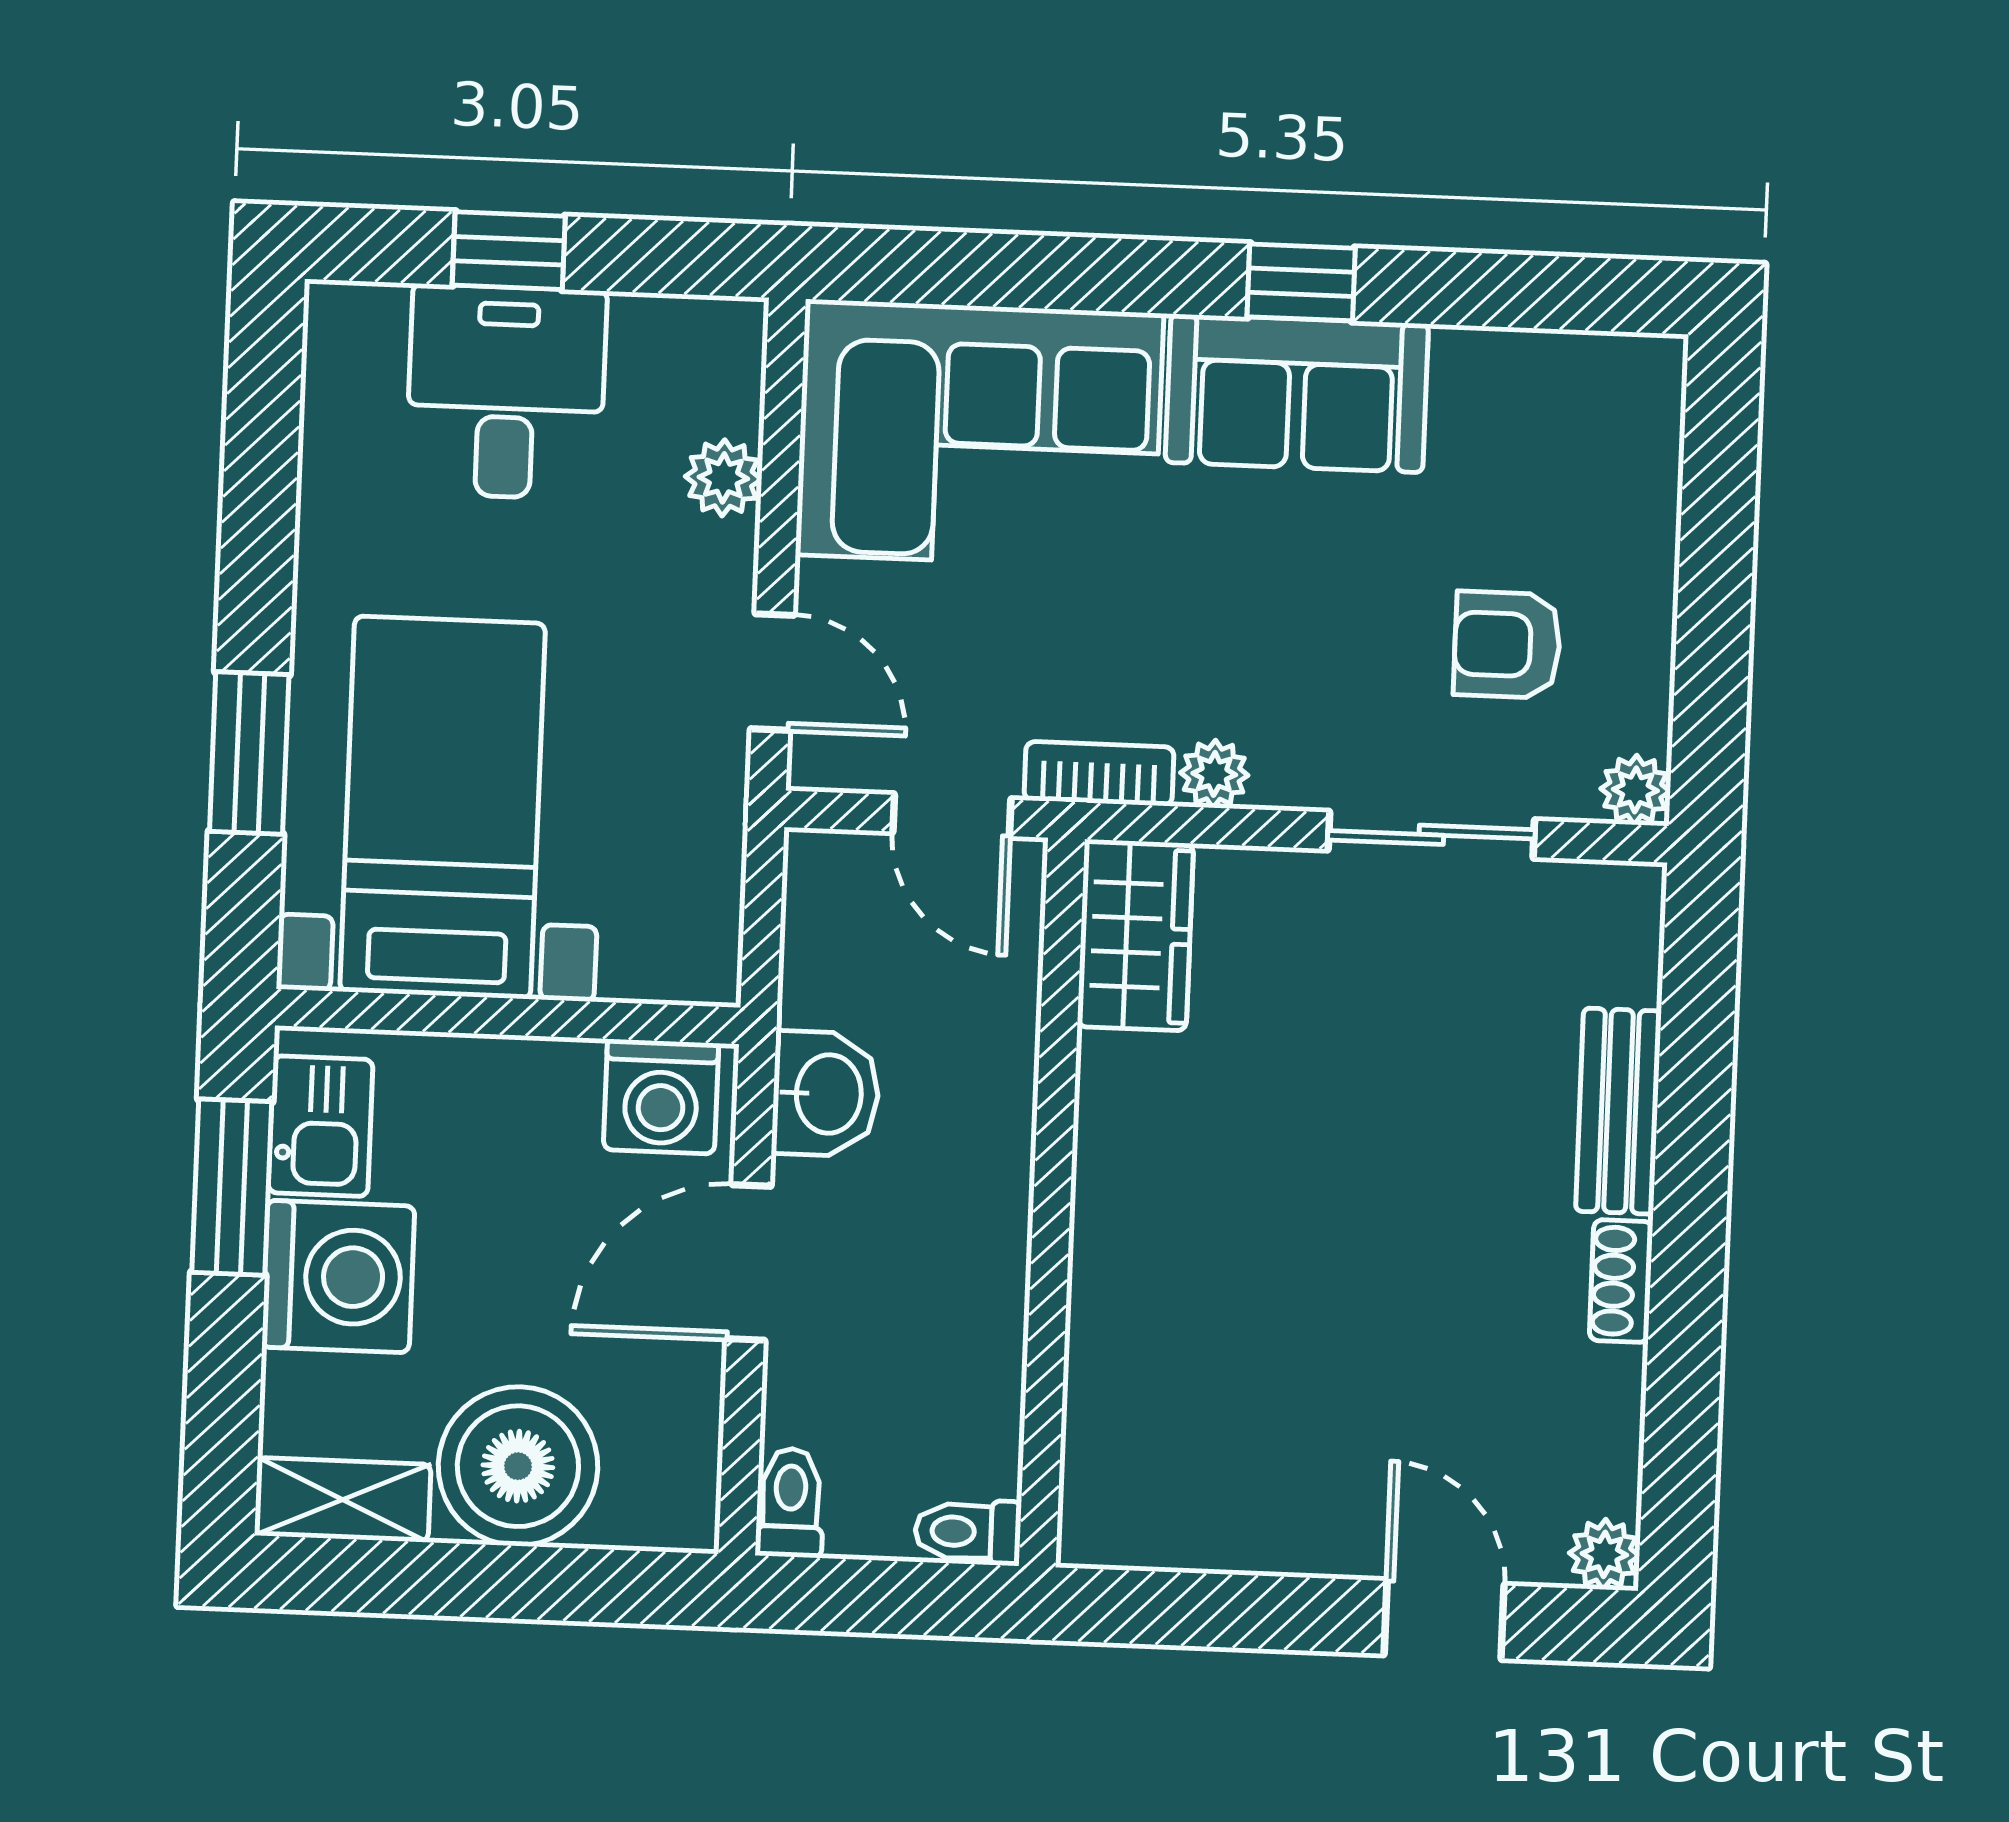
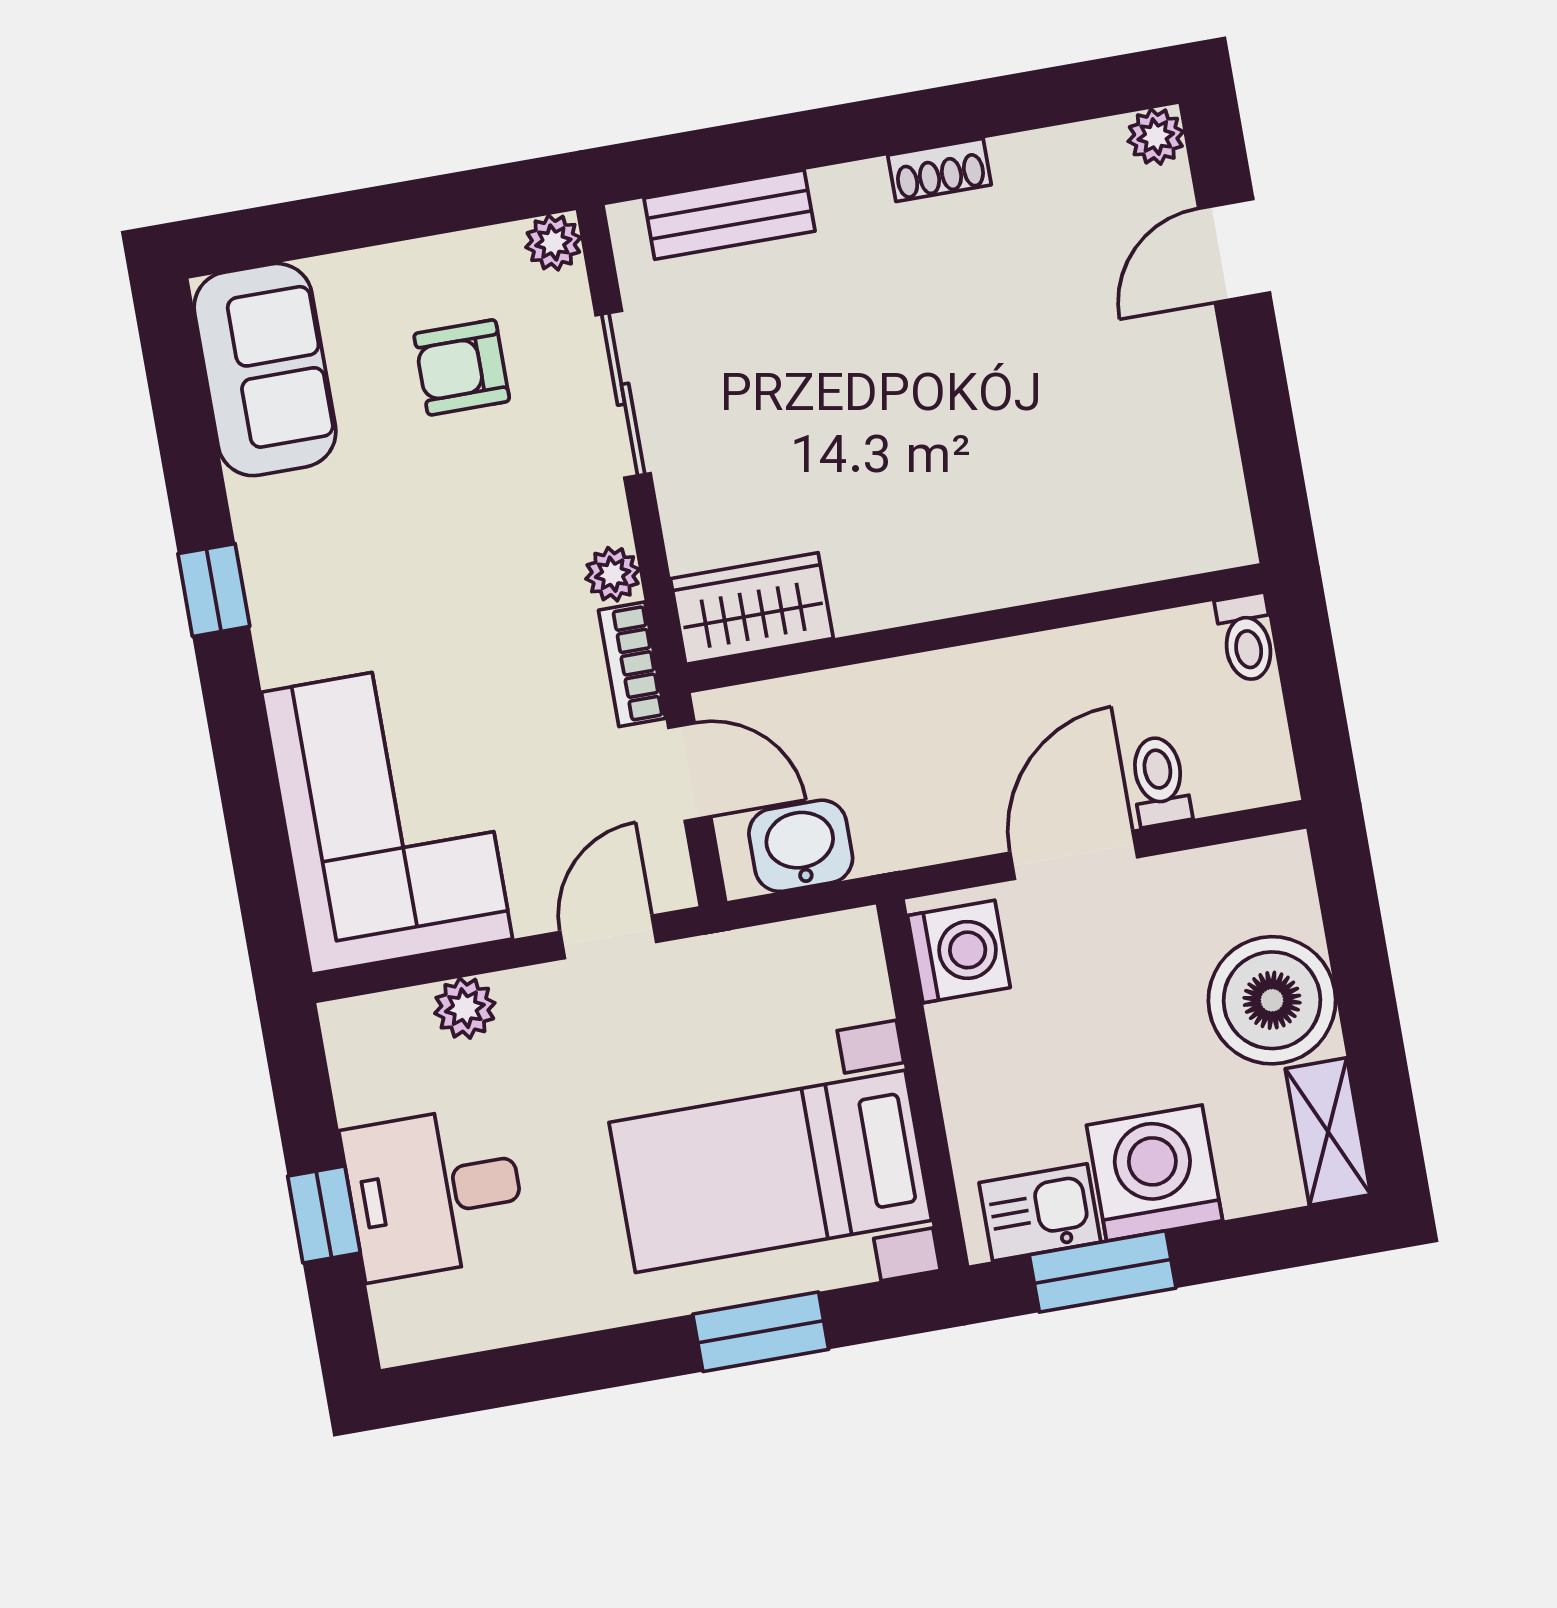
sofa: (1297, 393) -> (265, 370), moved
armchair: (1507, 645) -> (462, 367), turned 90
door: (952, 816) -> (690, 772), hinge flipped
washbasin: (826, 1094) -> (801, 846), moved
bench: (1618, 1111) -> (729, 215), moved
door: (749, 1263) -> (1074, 855), swing flipped
toilet: (790, 1503) -> (1160, 781), moved, turned 90

